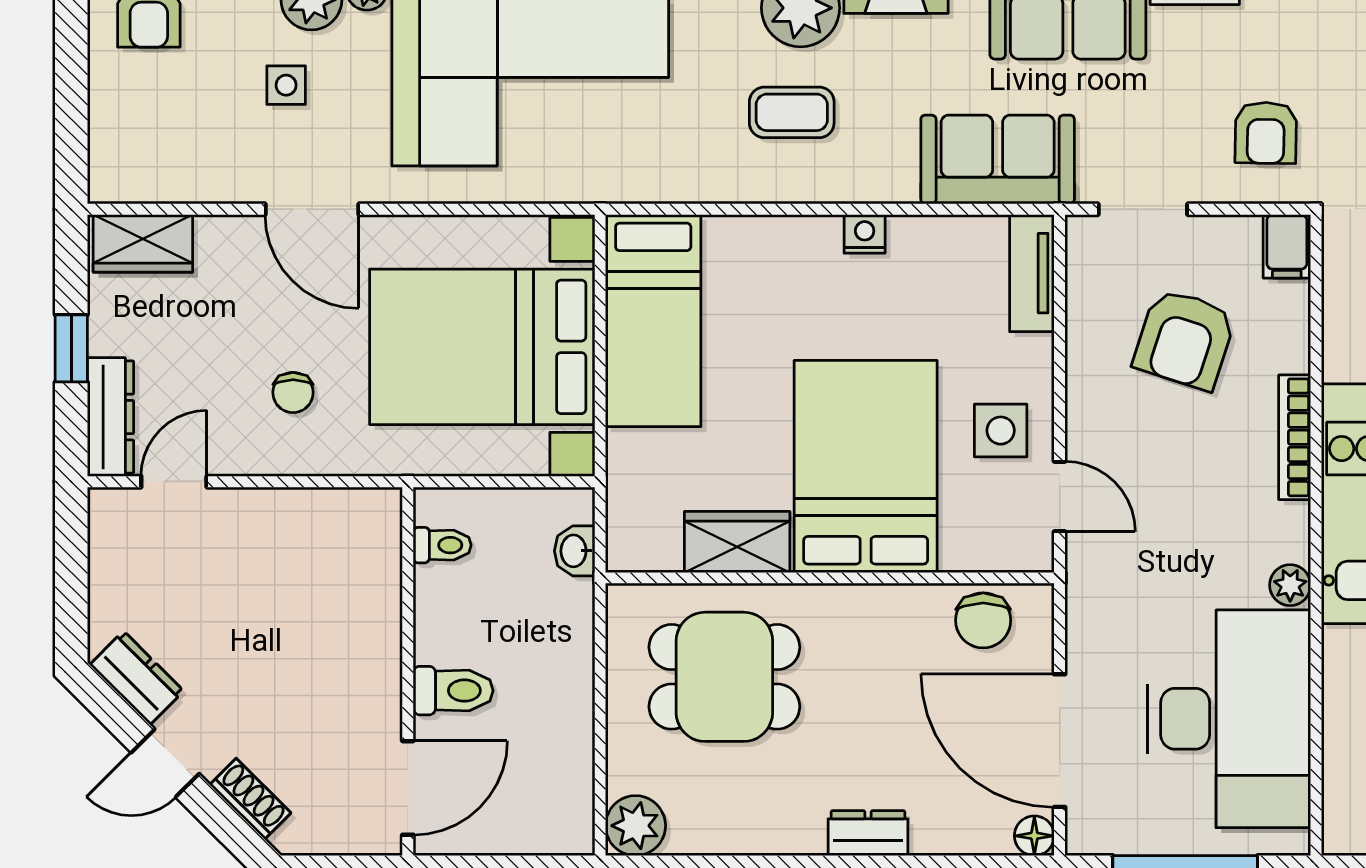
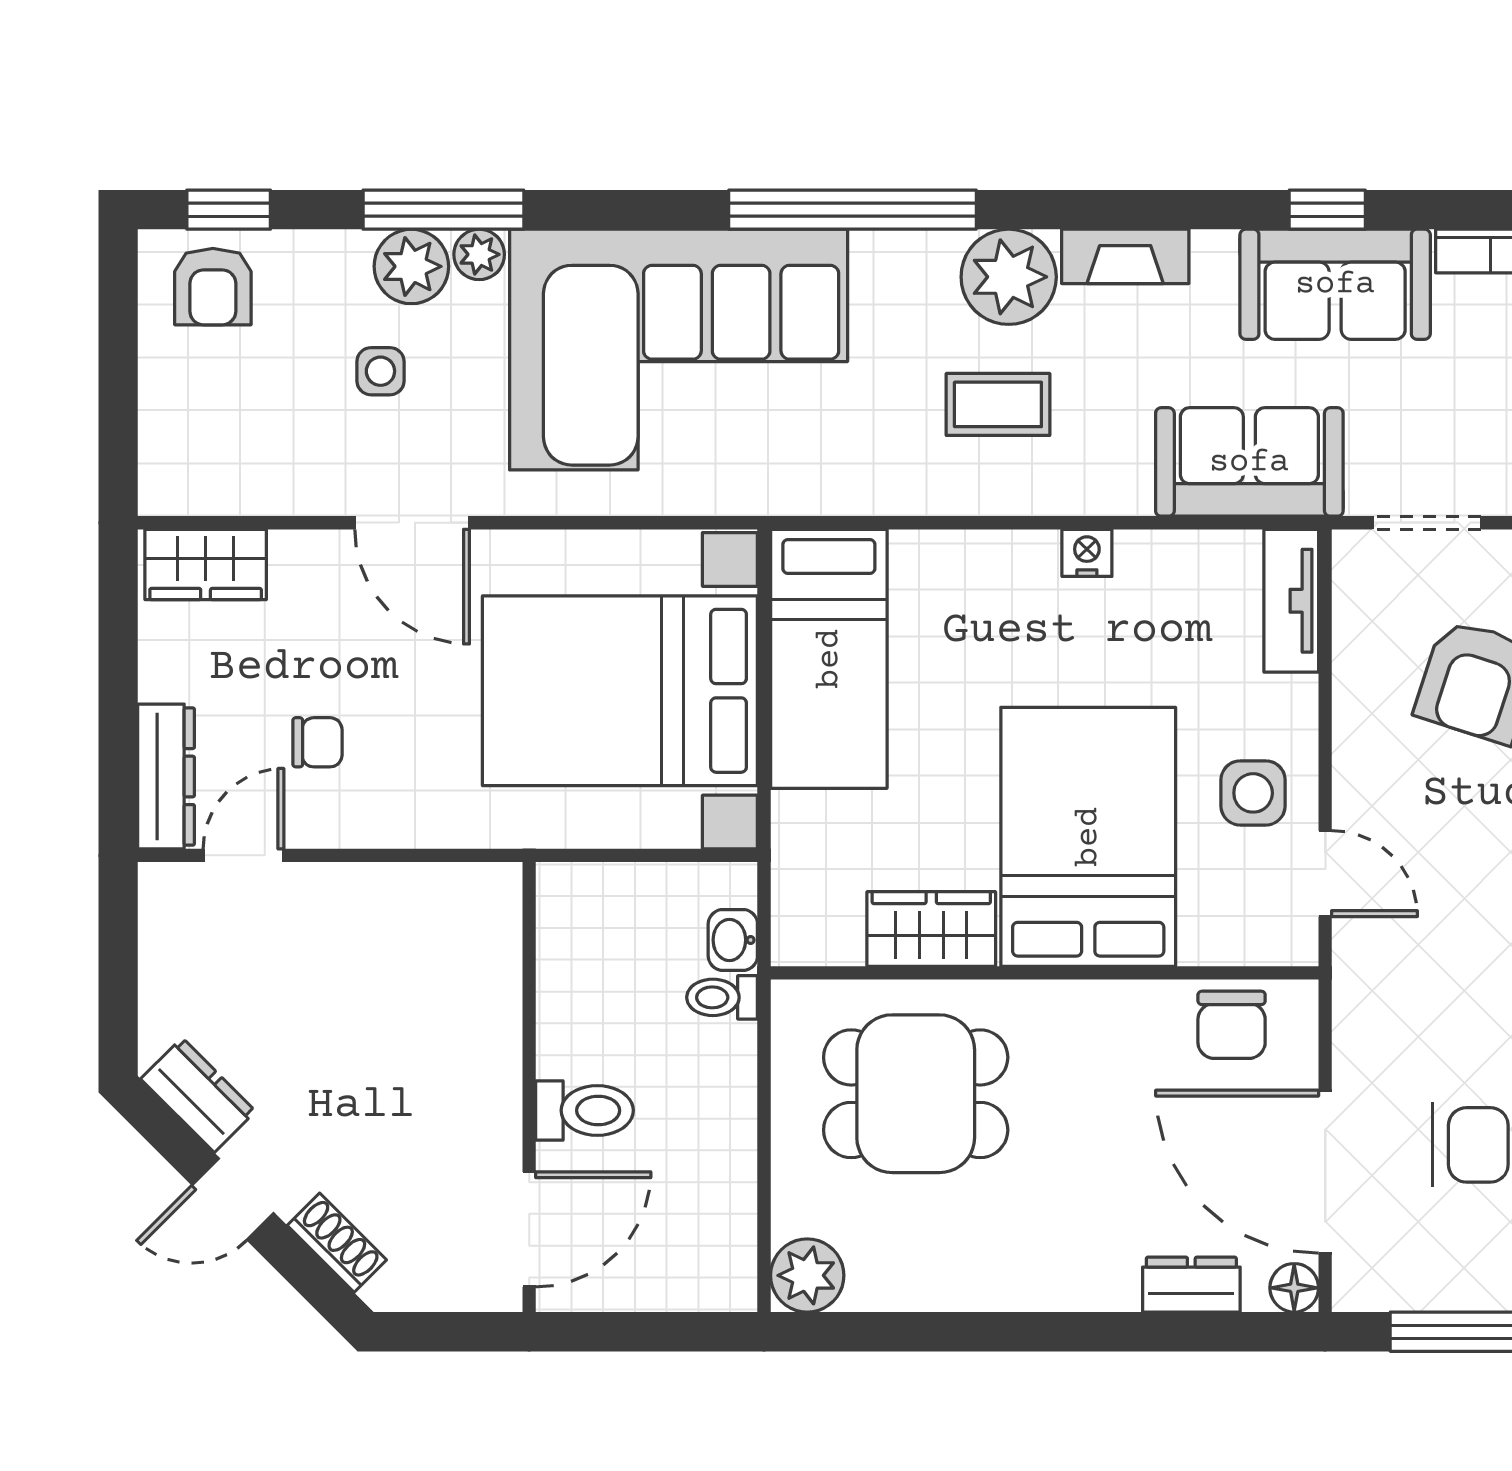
window: (71, 348) -> (118, 693), removed
chair: (293, 392) -> (317, 742), moved, turned -90
toilet: (442, 545) -> (722, 997), moved, turned 180
dresser: (868, 833) -> (1191, 1285), moved

